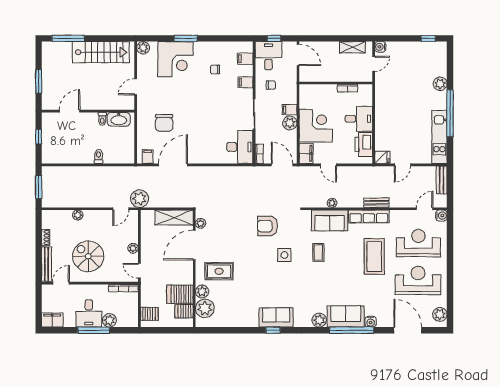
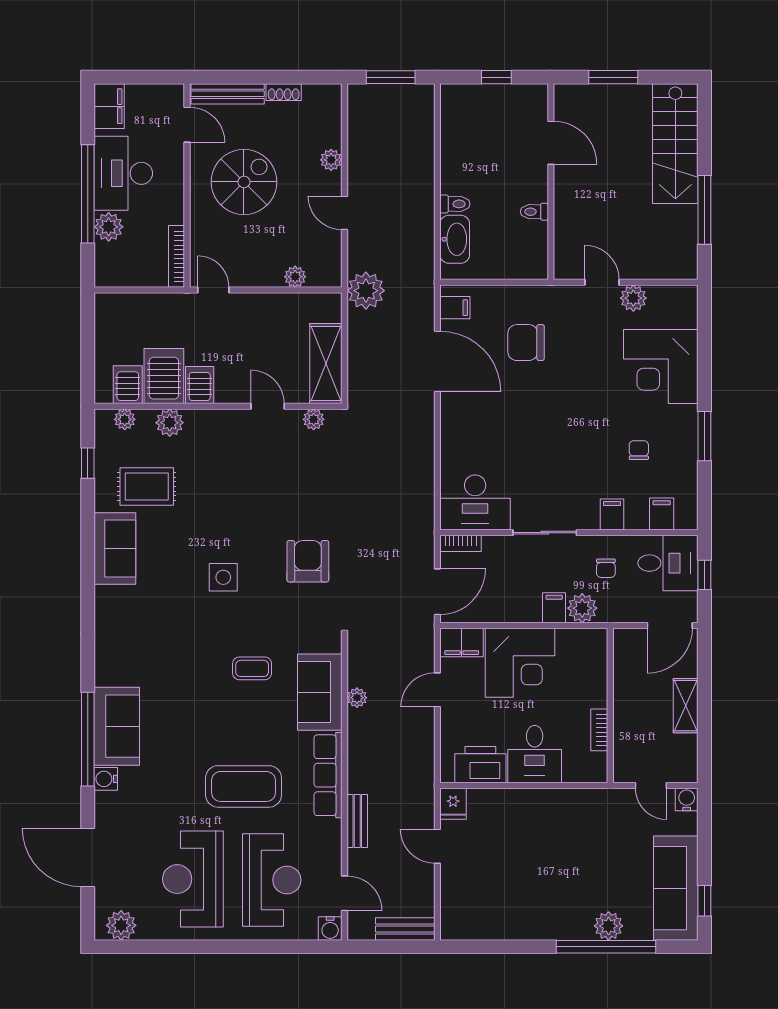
window: (68, 38) -> (704, 210), moved
window: (186, 38) -> (704, 436), moved
shelving: (352, 47) -> (686, 706), moved
plant: (143, 48) -> (633, 298), moved
stairs: (101, 52) -> (675, 144), moved
sofa: (422, 52) -> (676, 888), added
window: (450, 113) -> (606, 947), moved
washbasin: (119, 119) -> (455, 239), moved, turned 180
plant: (290, 123) -> (582, 608), moved
kitchen unit: (439, 137) -> (496, 924), removed
bench: (376, 203) -> (357, 821), moved
door: (121, 209) -> (344, 213), moved
door: (194, 245) -> (268, 406), width x0.53
plant: (133, 248) -> (295, 277), moved
side table: (284, 255) -> (223, 577), moved
door: (139, 271) -> (213, 290), hinge flipped
rug: (219, 271) -> (147, 486), moved, turned 90
reception desk: (418, 280) -> (193, 879), turned 180
plant: (205, 308) -> (125, 419), width x0.53, depth x0.53
desk: (89, 313) -> (123, 173), width x1.37
server rack: (149, 314) -> (200, 385), moved, turned 180
sofa: (276, 317) -> (115, 548), moved
plant: (319, 320) -> (109, 670), removed
window: (94, 330) -> (88, 194), width x1.46
window: (273, 330) -> (88, 463), moved
door: (408, 330) -> (88, 857), swing flipped

